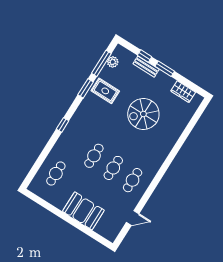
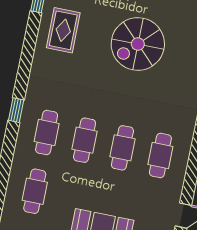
window: (86, 88) -> (31, 38), removed
rug: (105, 91) -> (63, 30), turned 90
cafe table: (75, 144) -> (47, 133), added

